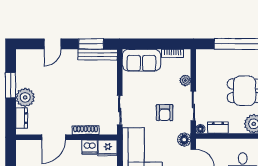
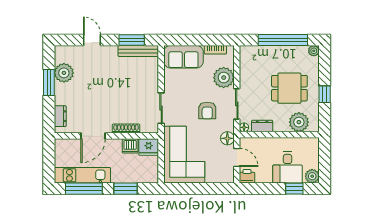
door: (52, 44) -> (92, 40), swing flipped
plant: (185, 80) -> (224, 78), width x1.87, depth x1.87
plant: (25, 97) -> (64, 73), moved

